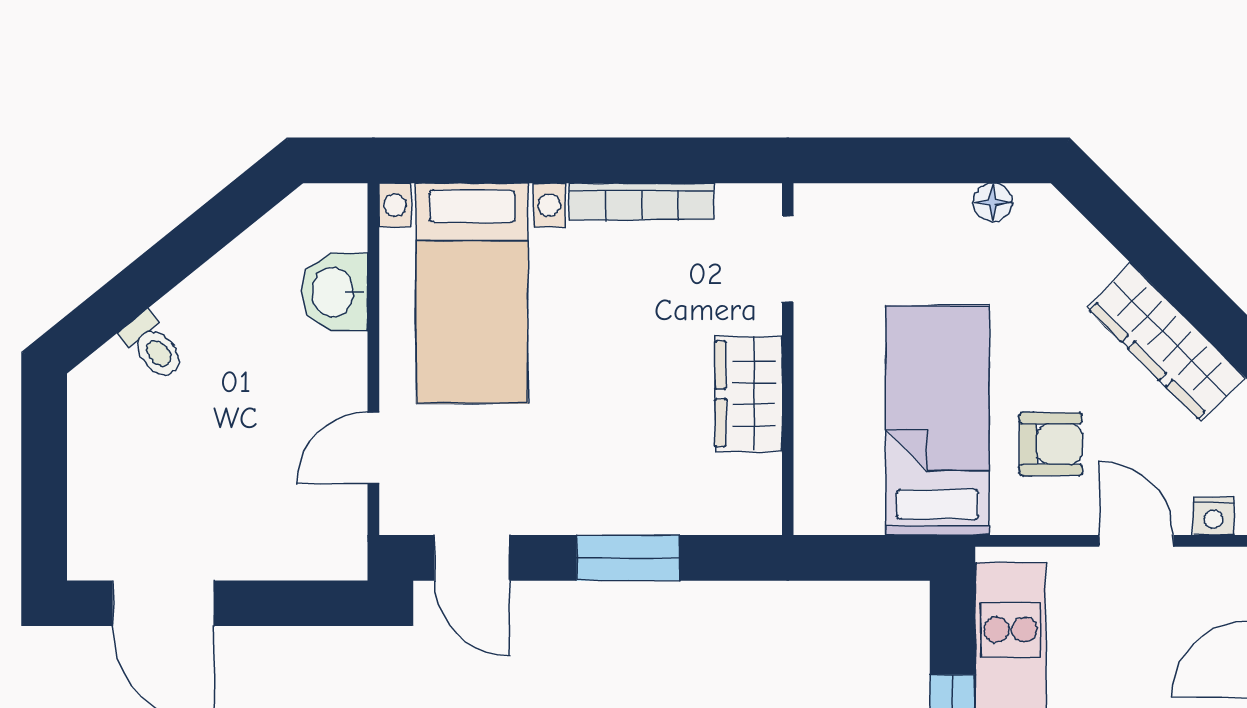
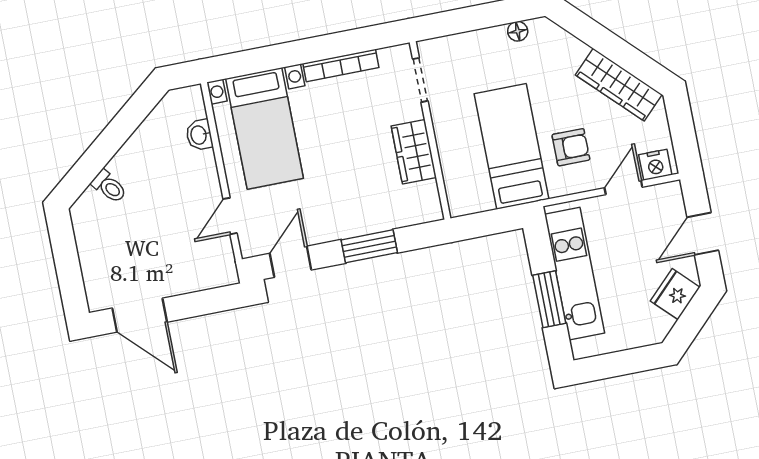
washbasin: (335, 292) -> (199, 135), width x0.72, depth x0.69
nightstand: (1213, 516) -> (655, 165), width x1.39, depth x1.35
door: (1136, 541) -> (623, 187), hinge flipped
door: (472, 558) -> (291, 262), swing flipped

